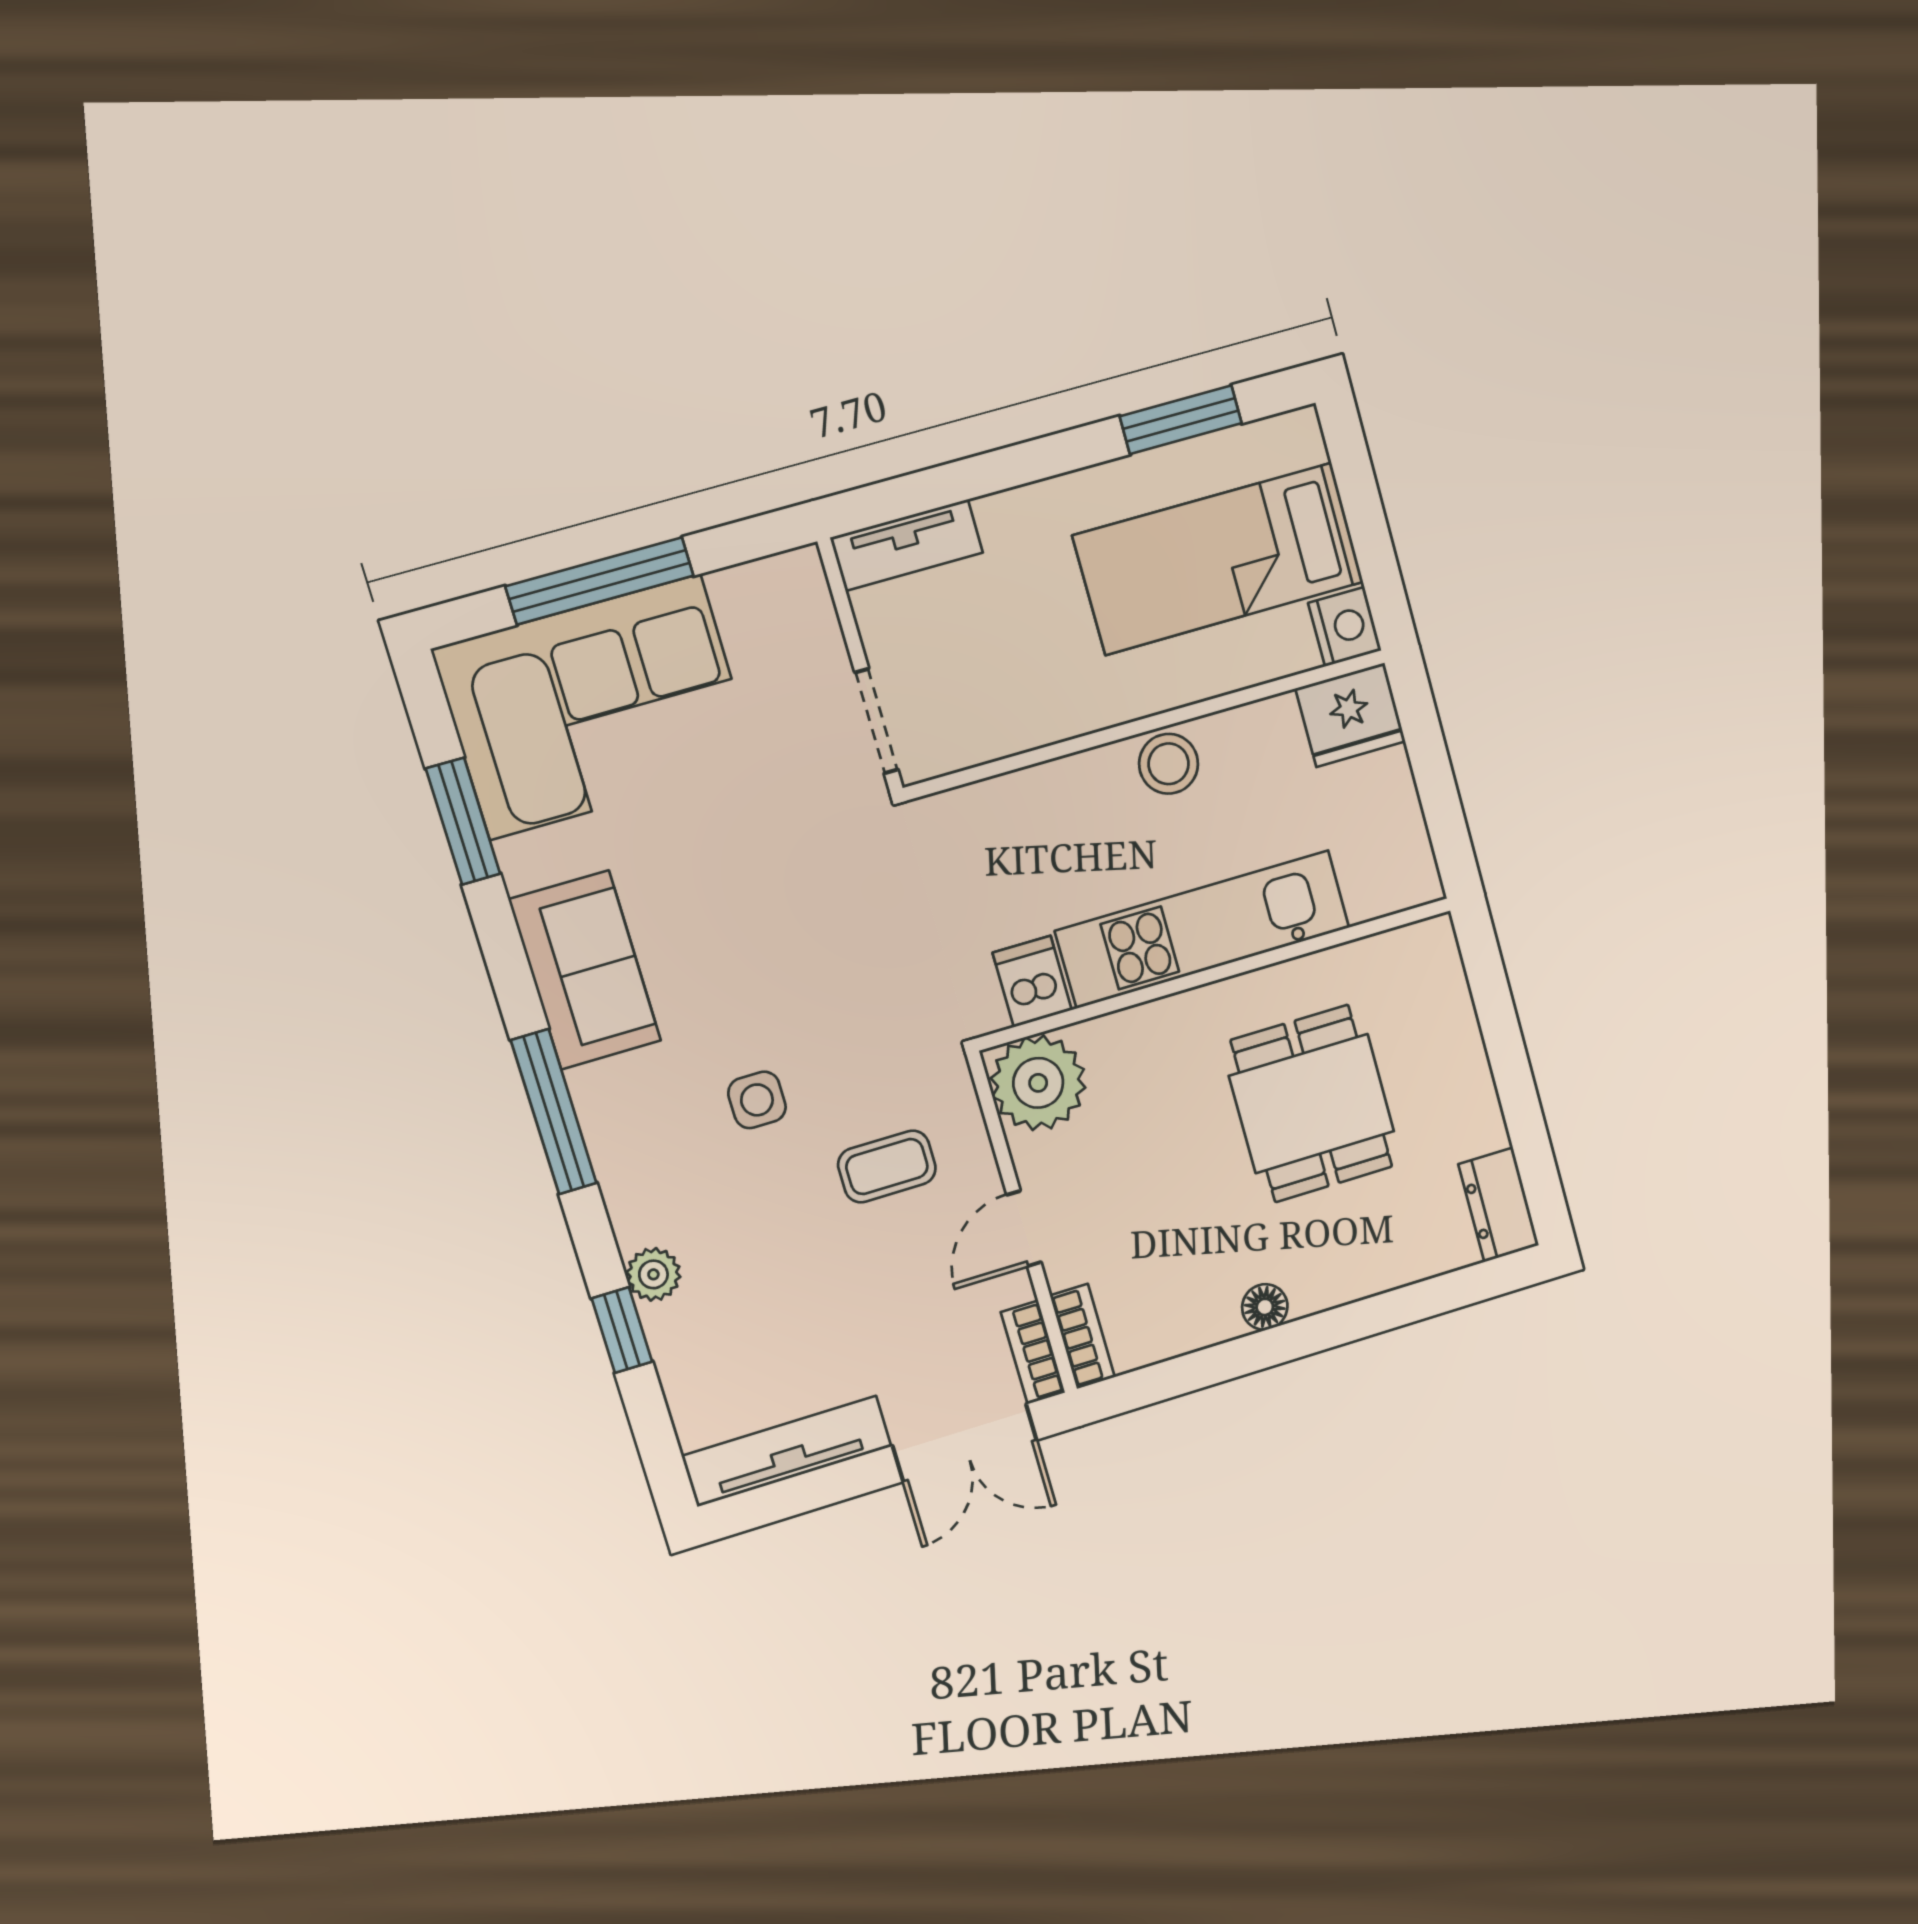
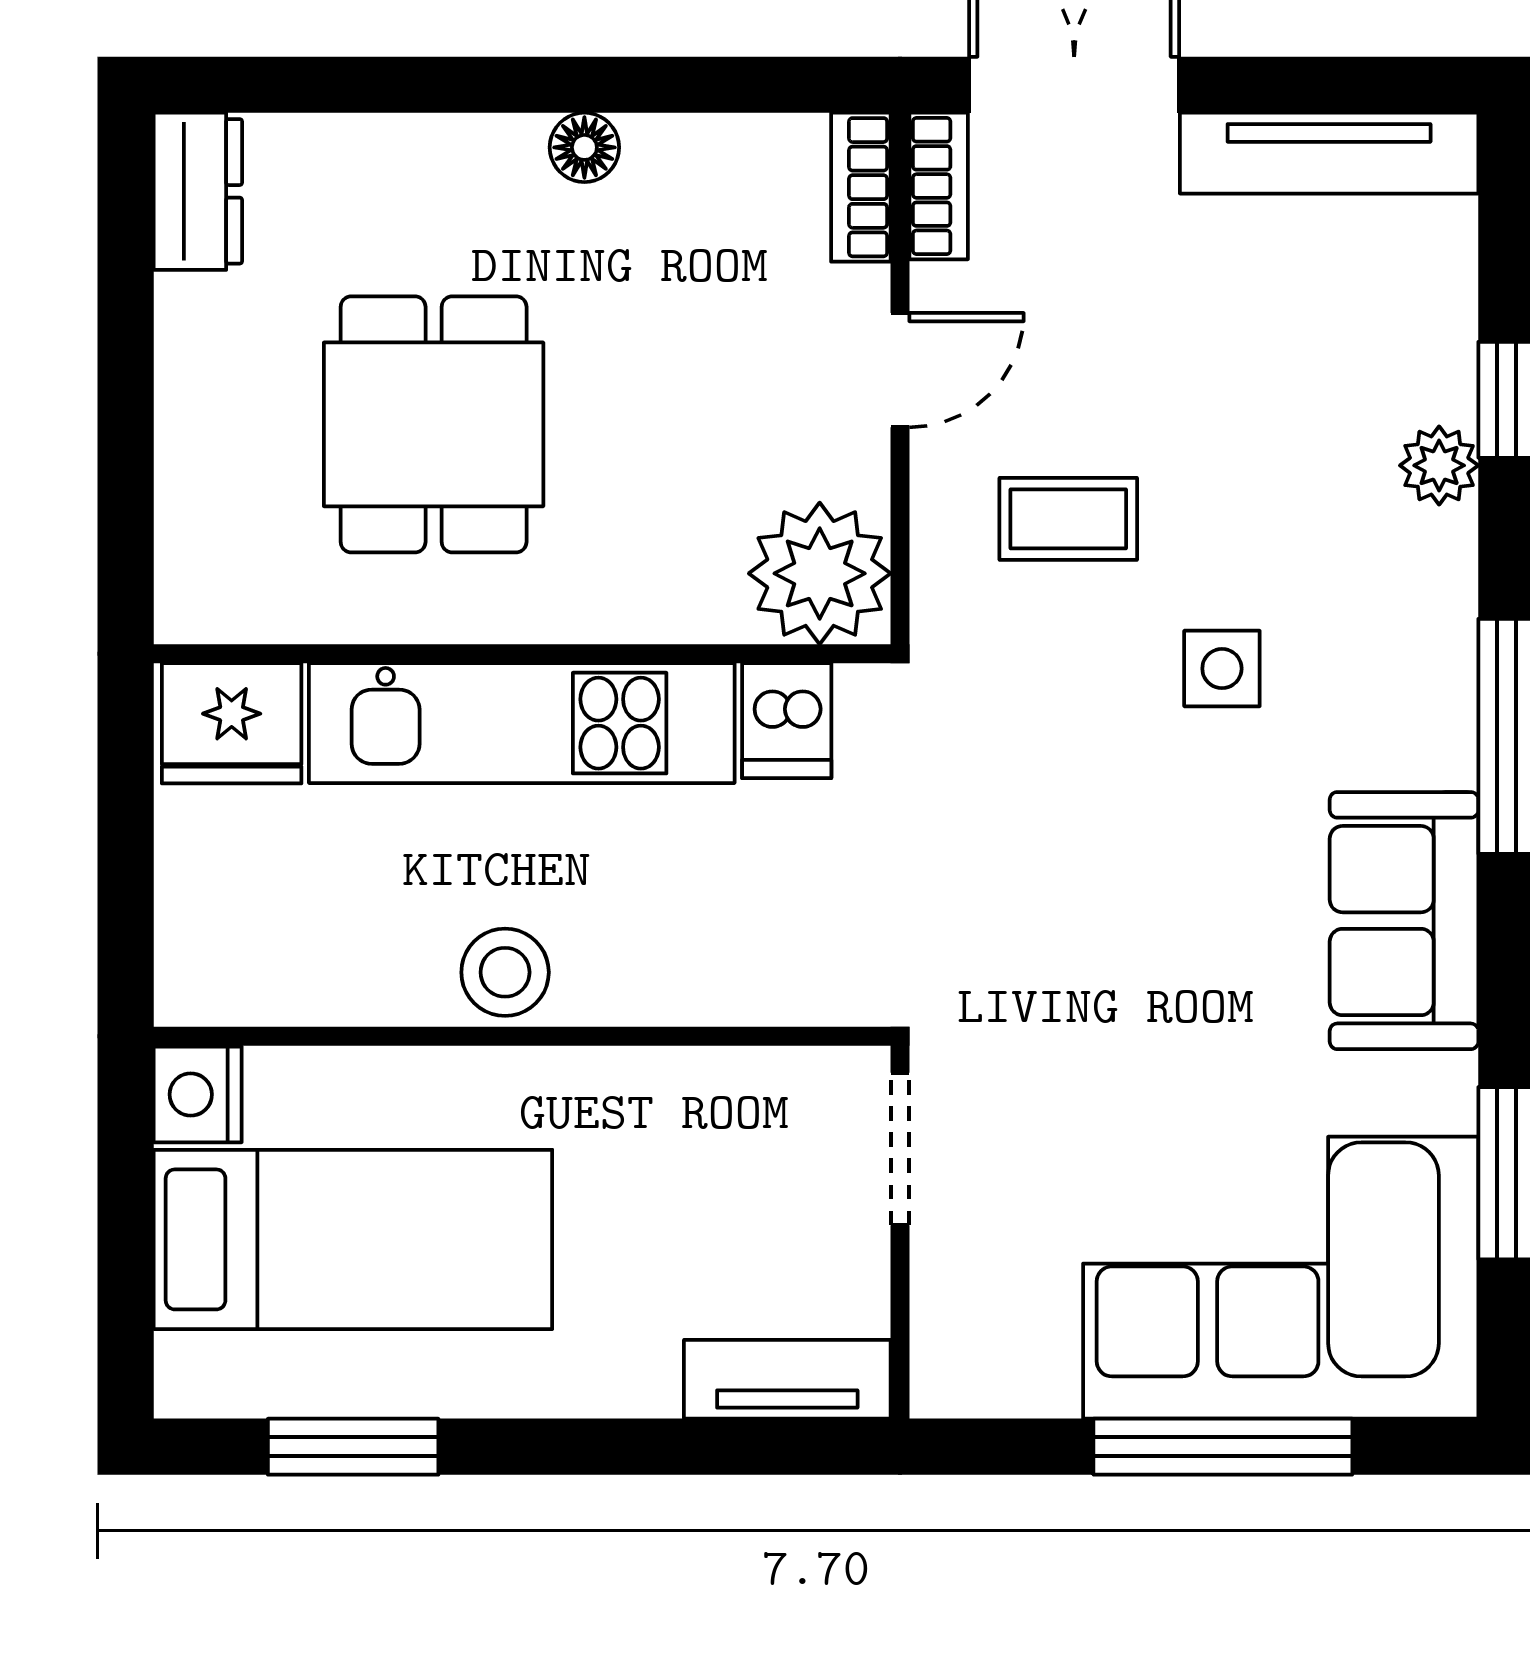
fridge: (1350, 715) -> (232, 723), moved, turned 180

